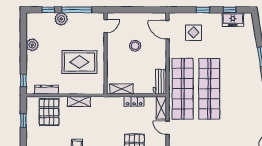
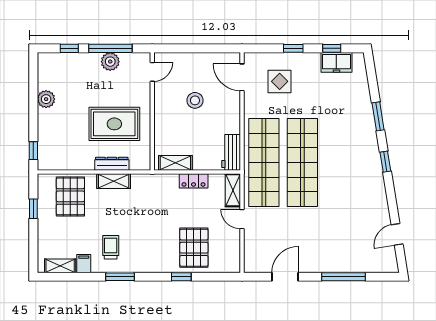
plant: (61, 19) -> (110, 62), moved
dresser: (46, 90) -> (112, 164), moved

